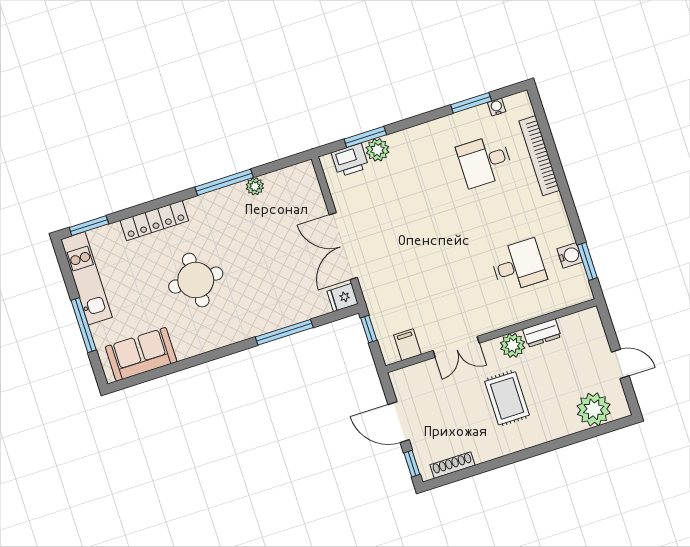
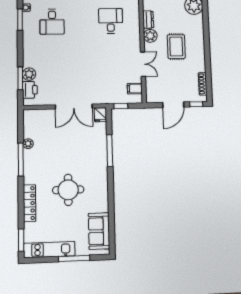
rug: (507, 398) -> (176, 47), turned 90

